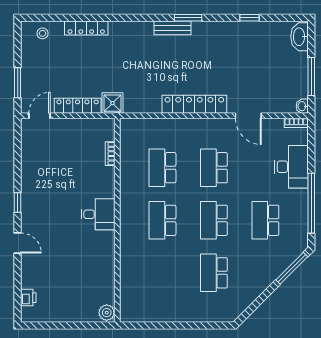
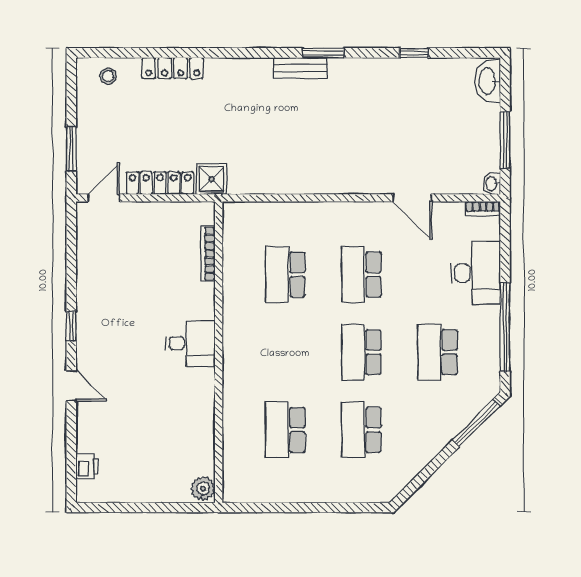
locker: (194, 104) -> (332, 181), removed
bookcase: (110, 154) -> (208, 254), width x1.56
school desk: (162, 220) -> (285, 430), moved

